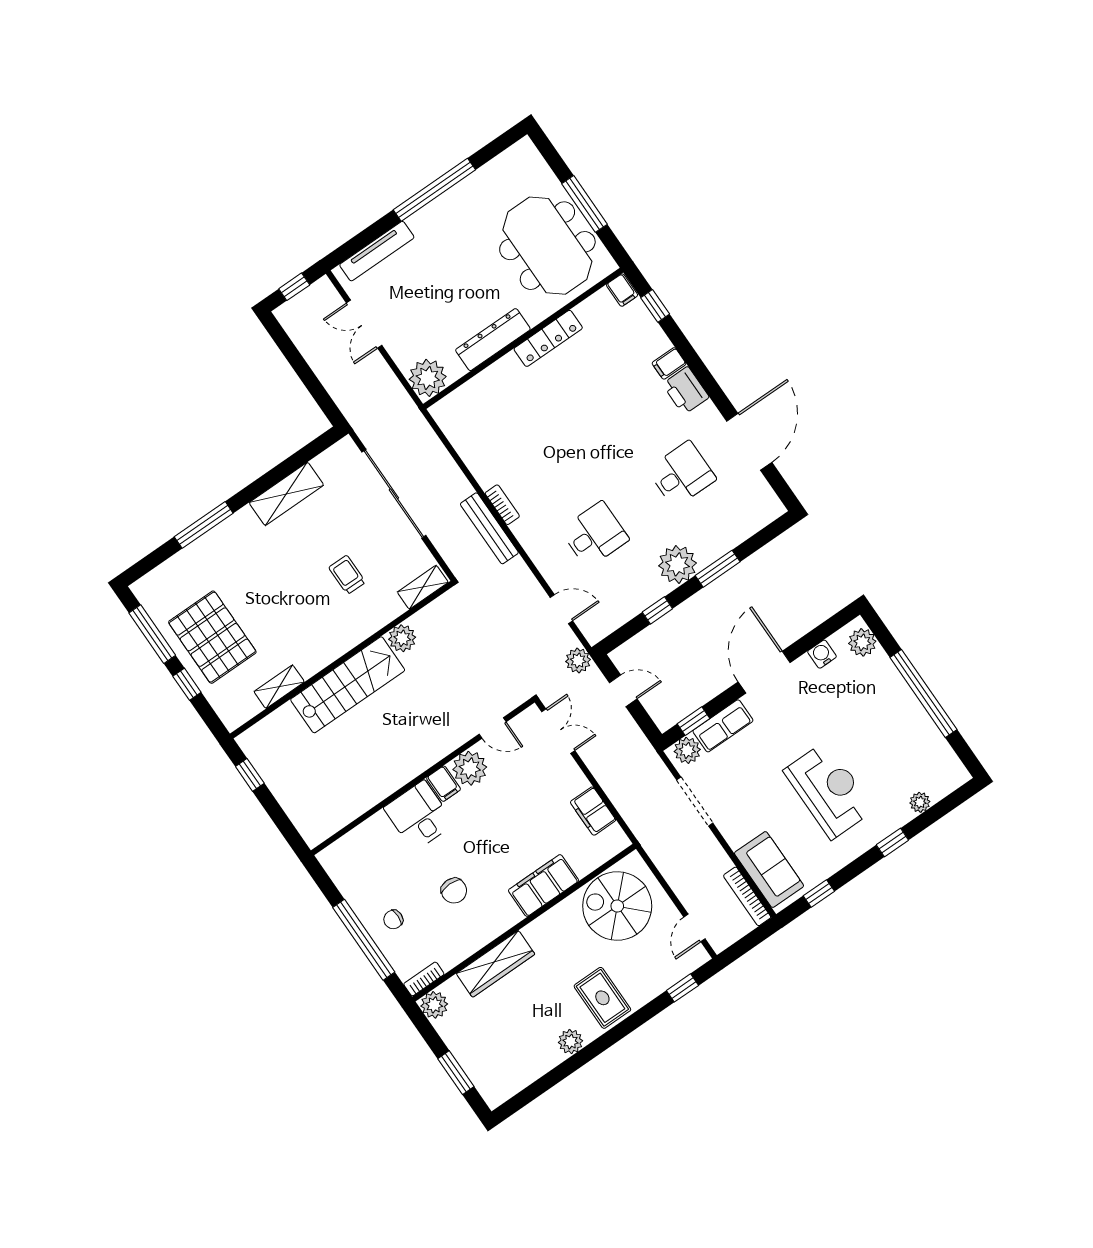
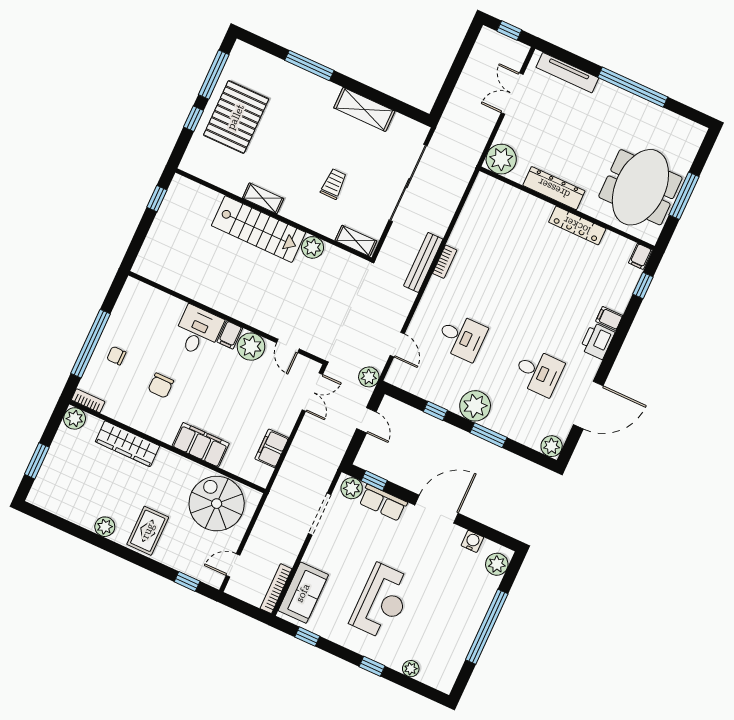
plant: (770, 508) -> (552, 446), added
shelving: (279, 687) -> (263, 198), moved

